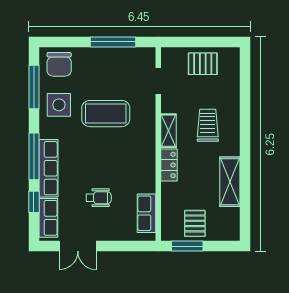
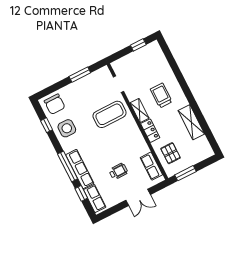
window: (113, 42) -> (80, 75), width x0.69
window: (212, 42) -> (138, 45), added
pallet: (203, 64) -> (140, 61), removed
window: (34, 87) -> (47, 125), width x0.46
coffee table: (106, 114) -> (110, 114), moved
pallet: (195, 223) -> (171, 153), moved
double door: (78, 246) -> (138, 197), moved

